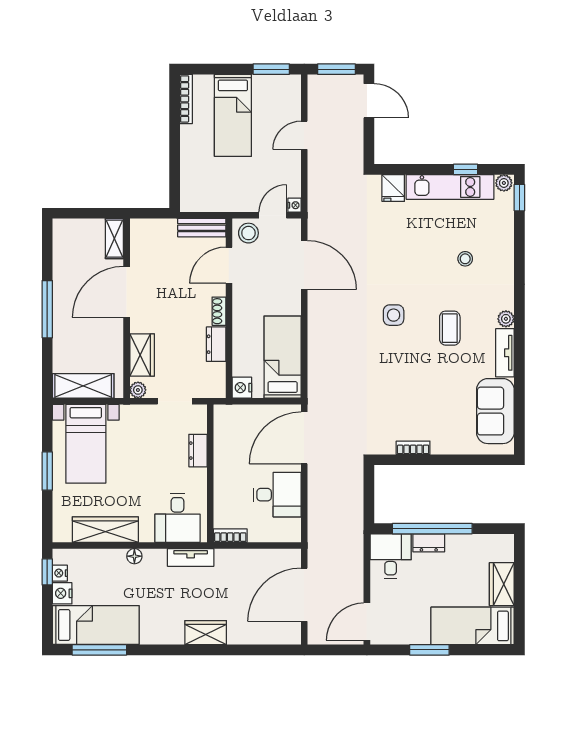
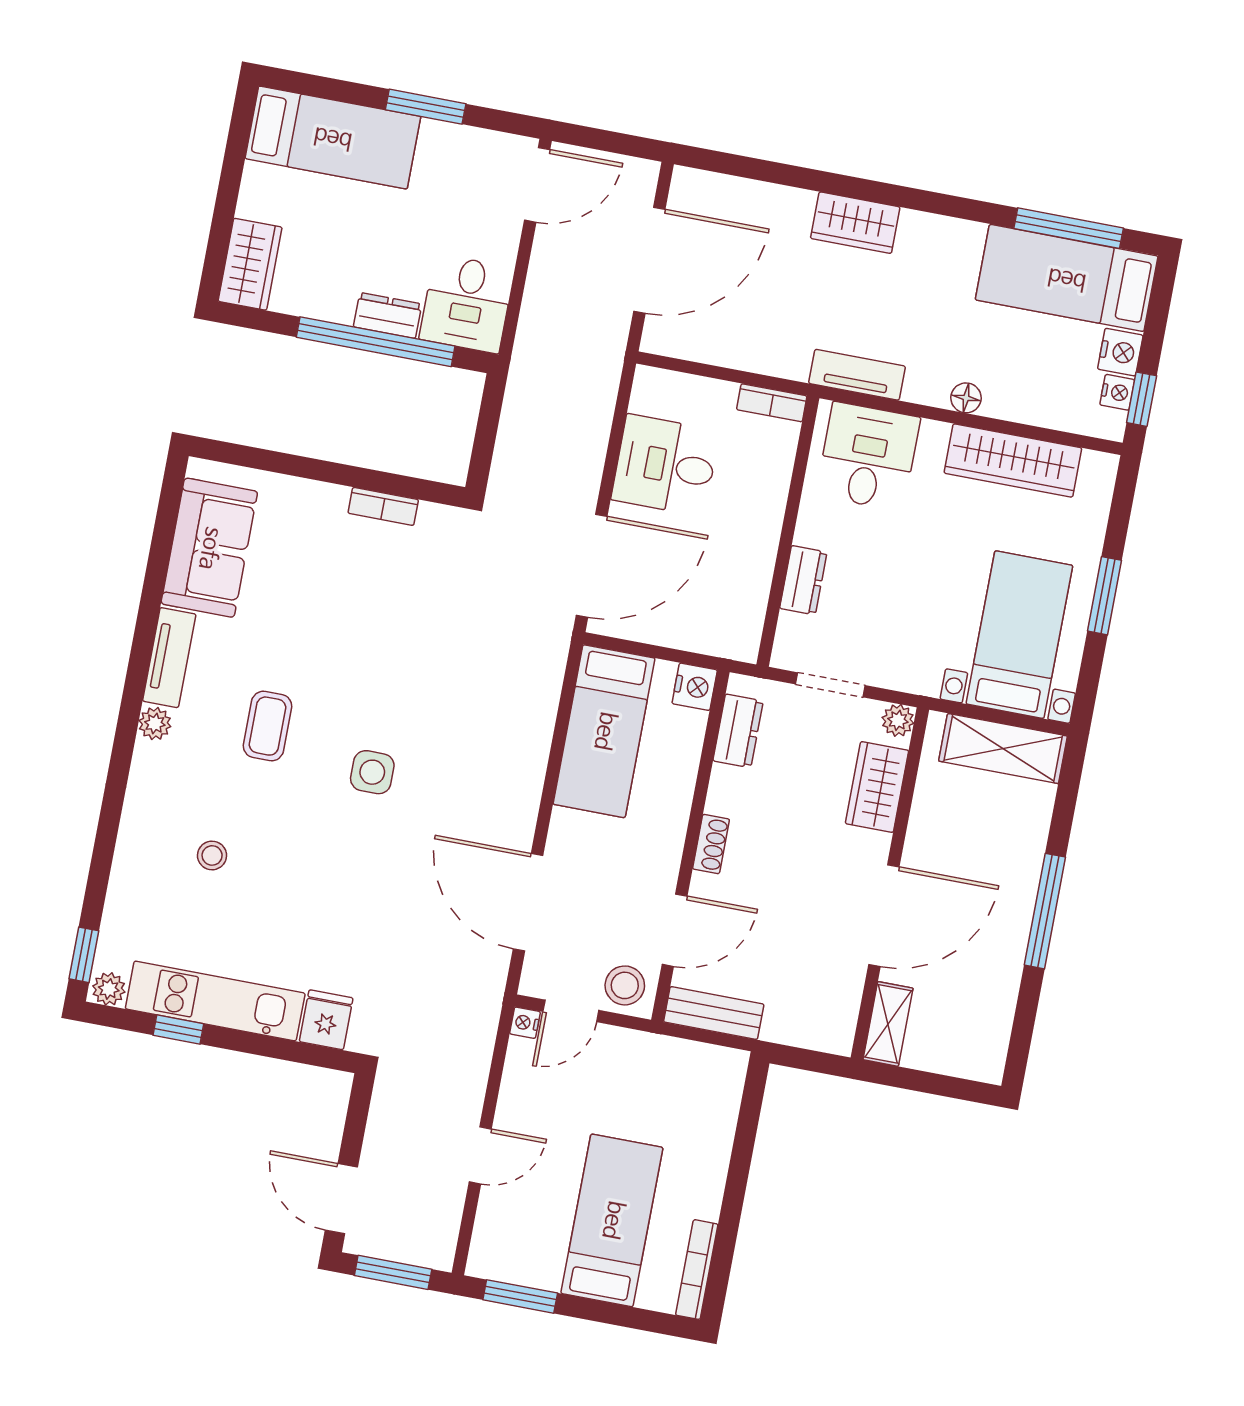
dresser: (216, 344) -> (738, 731), moved
wardrobe: (502, 584) -> (250, 264), moved

